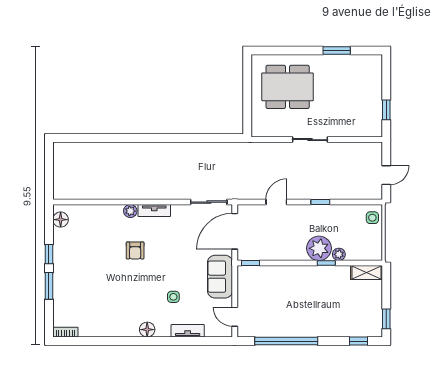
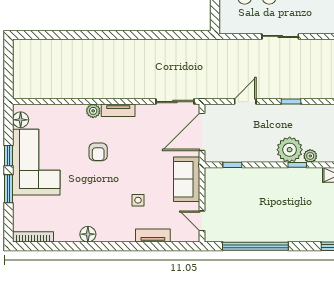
corner sofa: (76, 260) -> (36, 162), added
window: (251, 263) -> (232, 165), moved
floor lamp: (147, 330) -> (88, 234), moved
bookcase: (65, 332) -> (33, 237), width x1.56

